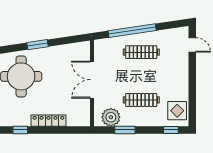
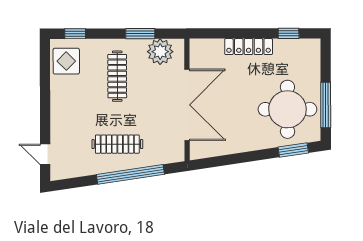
window: (38, 45) -> (293, 150), moved
double door: (92, 80) -> (187, 105), width x1.36
clothes rail: (141, 100) -> (117, 76), turned 90

